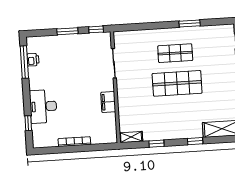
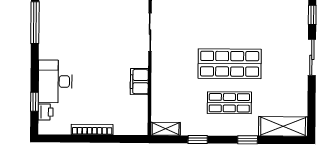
shop shelf: (175, 53) -> (229, 103), moved
printer: (33, 60) -> (46, 112), moved

